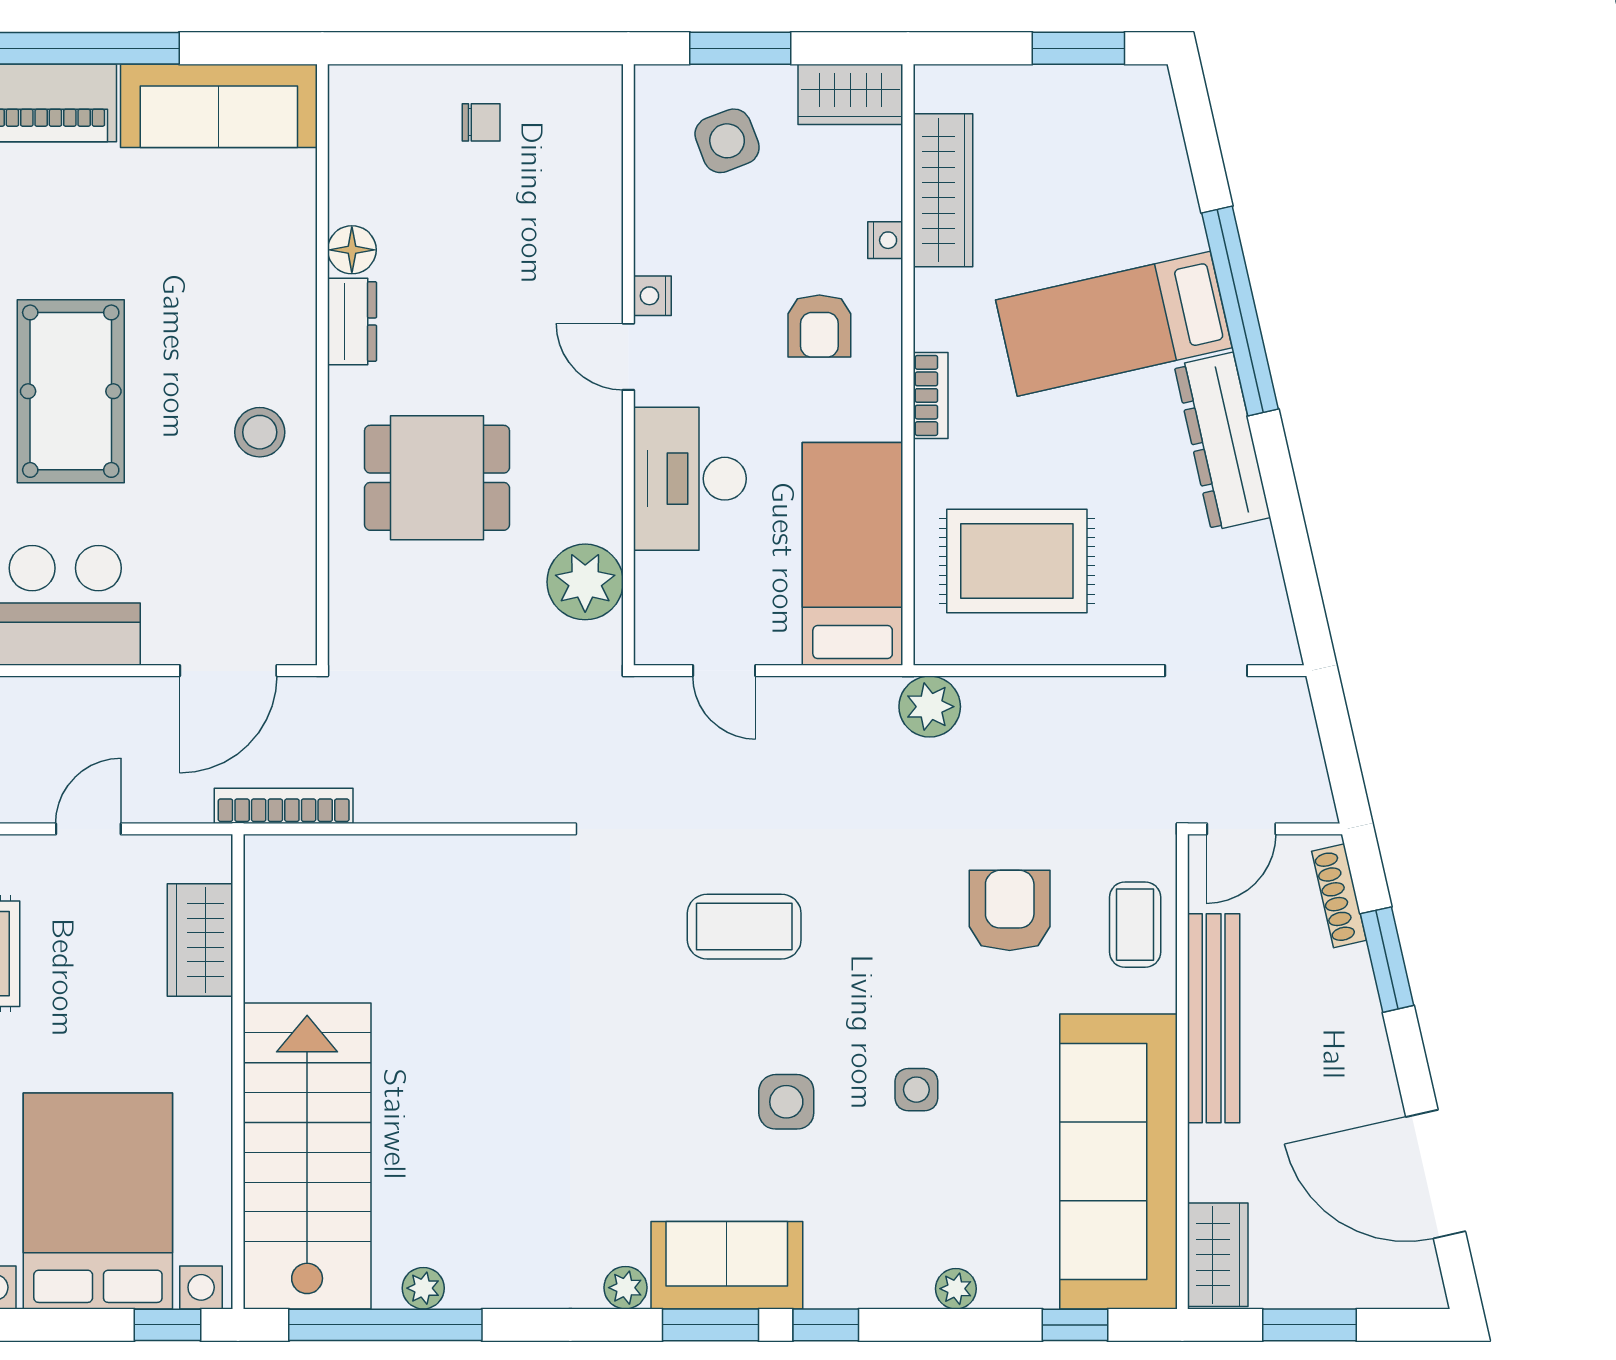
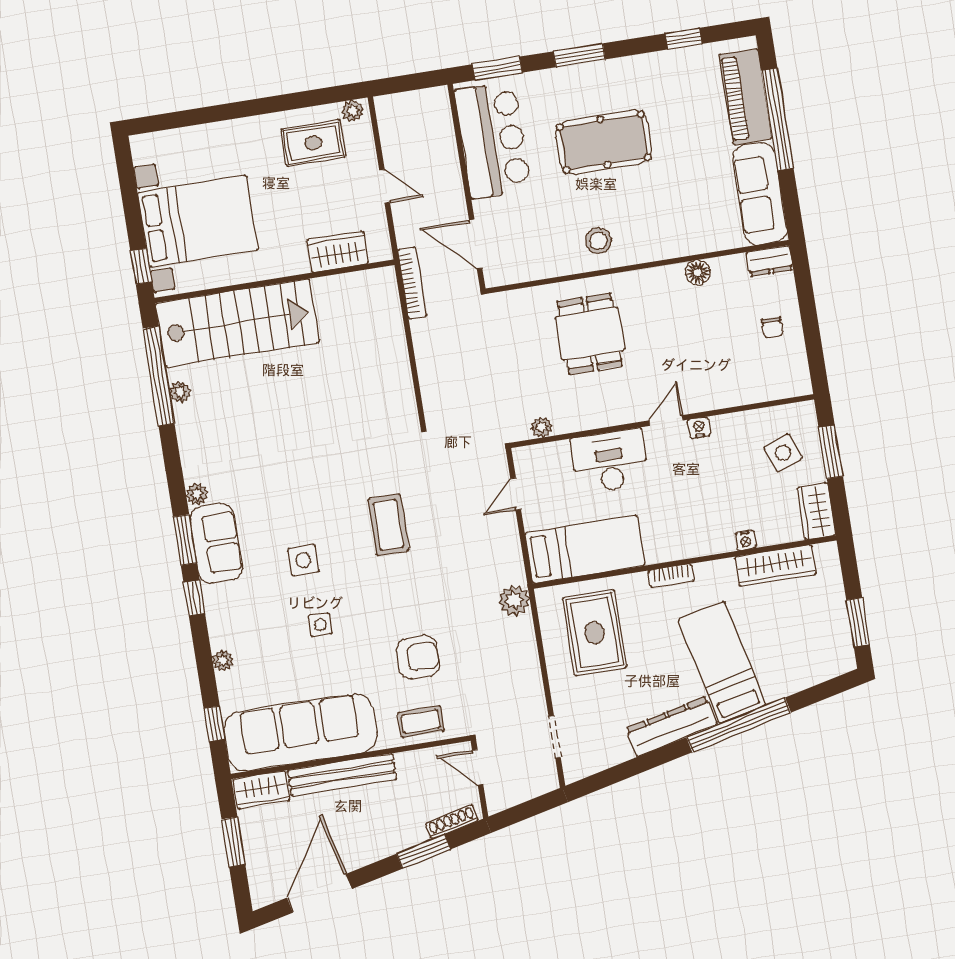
dresser: (352, 322) -> (770, 261), moved
armchair: (819, 326) -> (697, 514), removed
plant: (585, 582) -> (542, 427), width x0.53, depth x0.53
bench: (1214, 1018) -> (342, 775), moved

